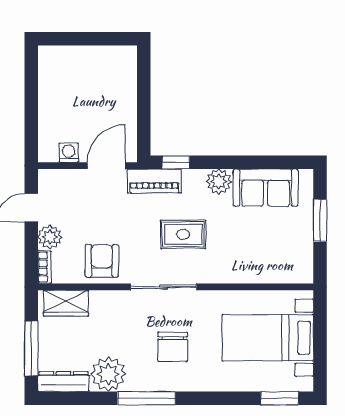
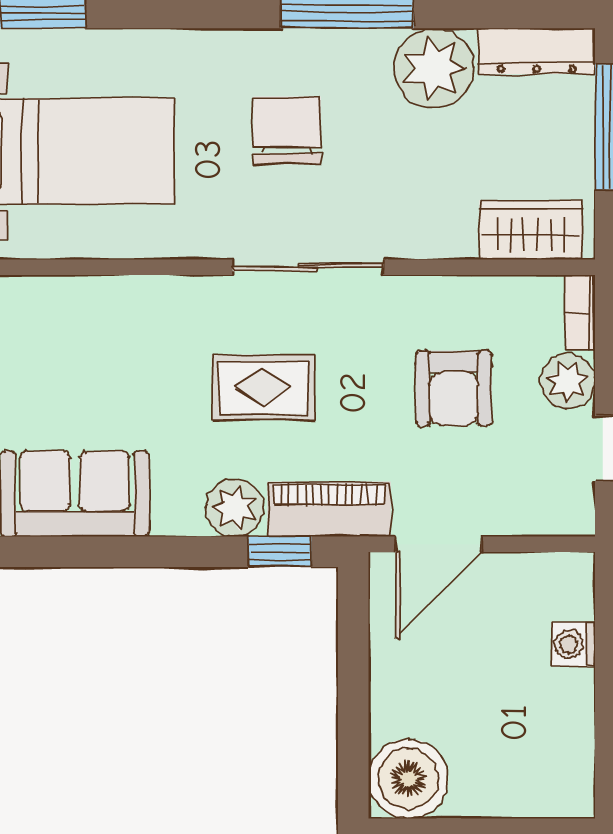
boiler: (120, 63) -> (408, 779), added
washing machine: (69, 153) -> (573, 644), moved, turned 90
plant: (219, 182) -> (235, 508), moved
armchair: (102, 261) -> (454, 388), moved

